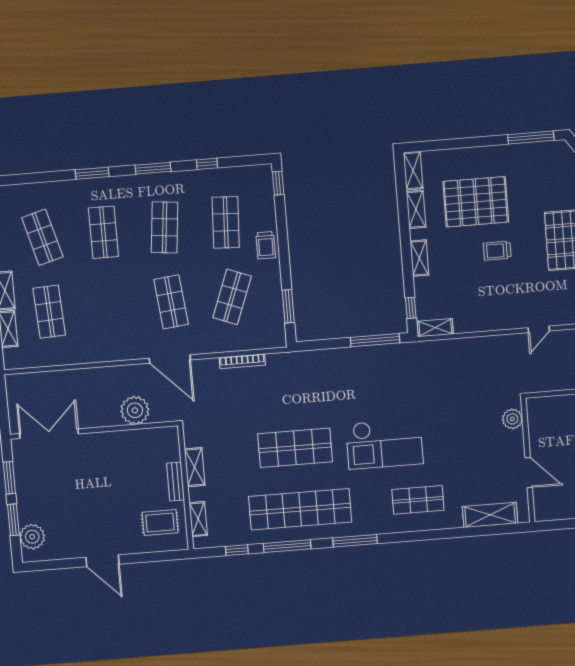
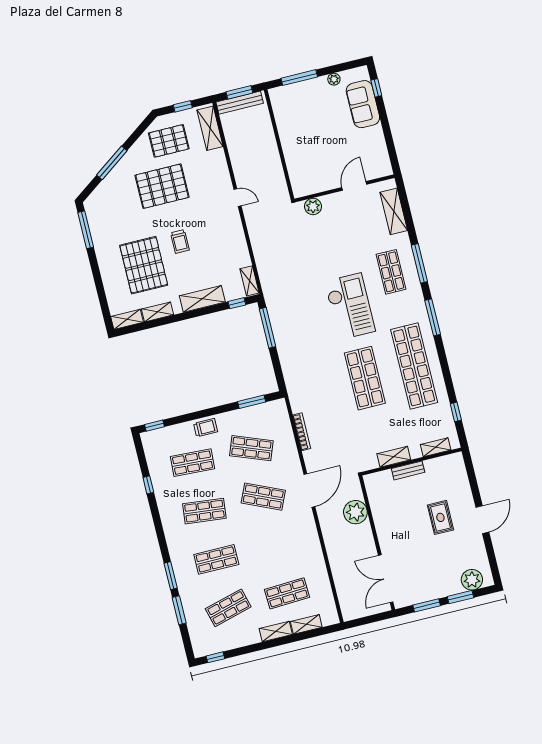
window: (153, 168) -> (179, 610), moved
shelving: (419, 258) -> (202, 299), width x1.50, depth x1.33
shop shelf: (171, 302) -> (263, 497), turned 30
rug: (160, 523) -> (440, 517), moved
window: (287, 546) -> (419, 263), moved

